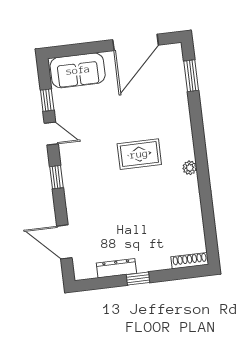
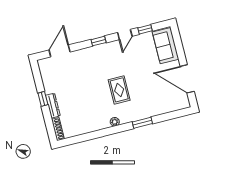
window: (191, 76) -> (142, 123), moved
dresser: (116, 268) -> (53, 106), moved

